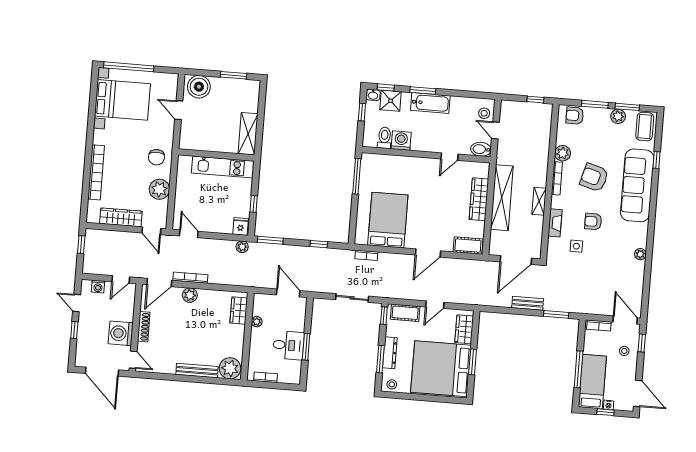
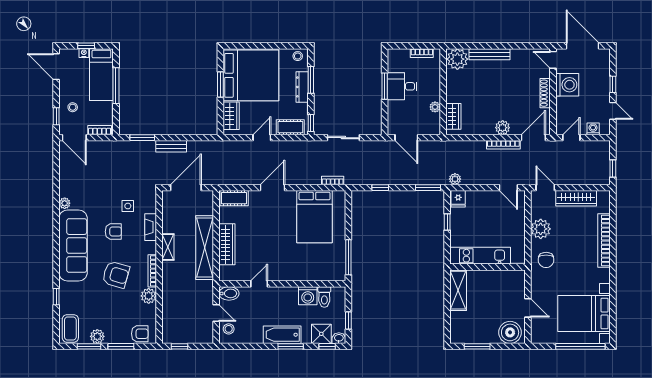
chair: (156, 157) -> (546, 260), turned 180
sofa: (637, 185) -> (73, 246), moved

